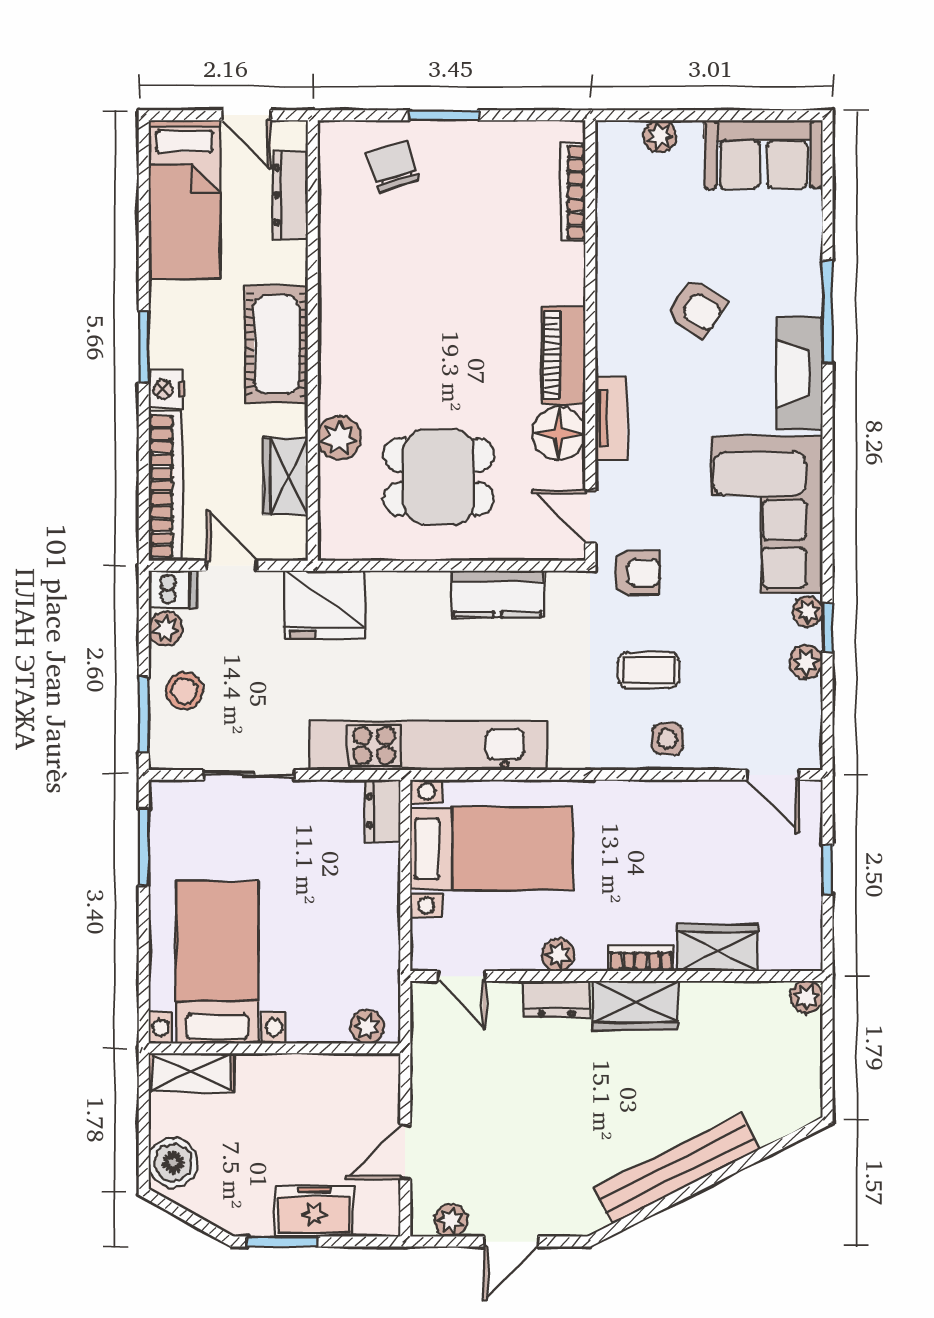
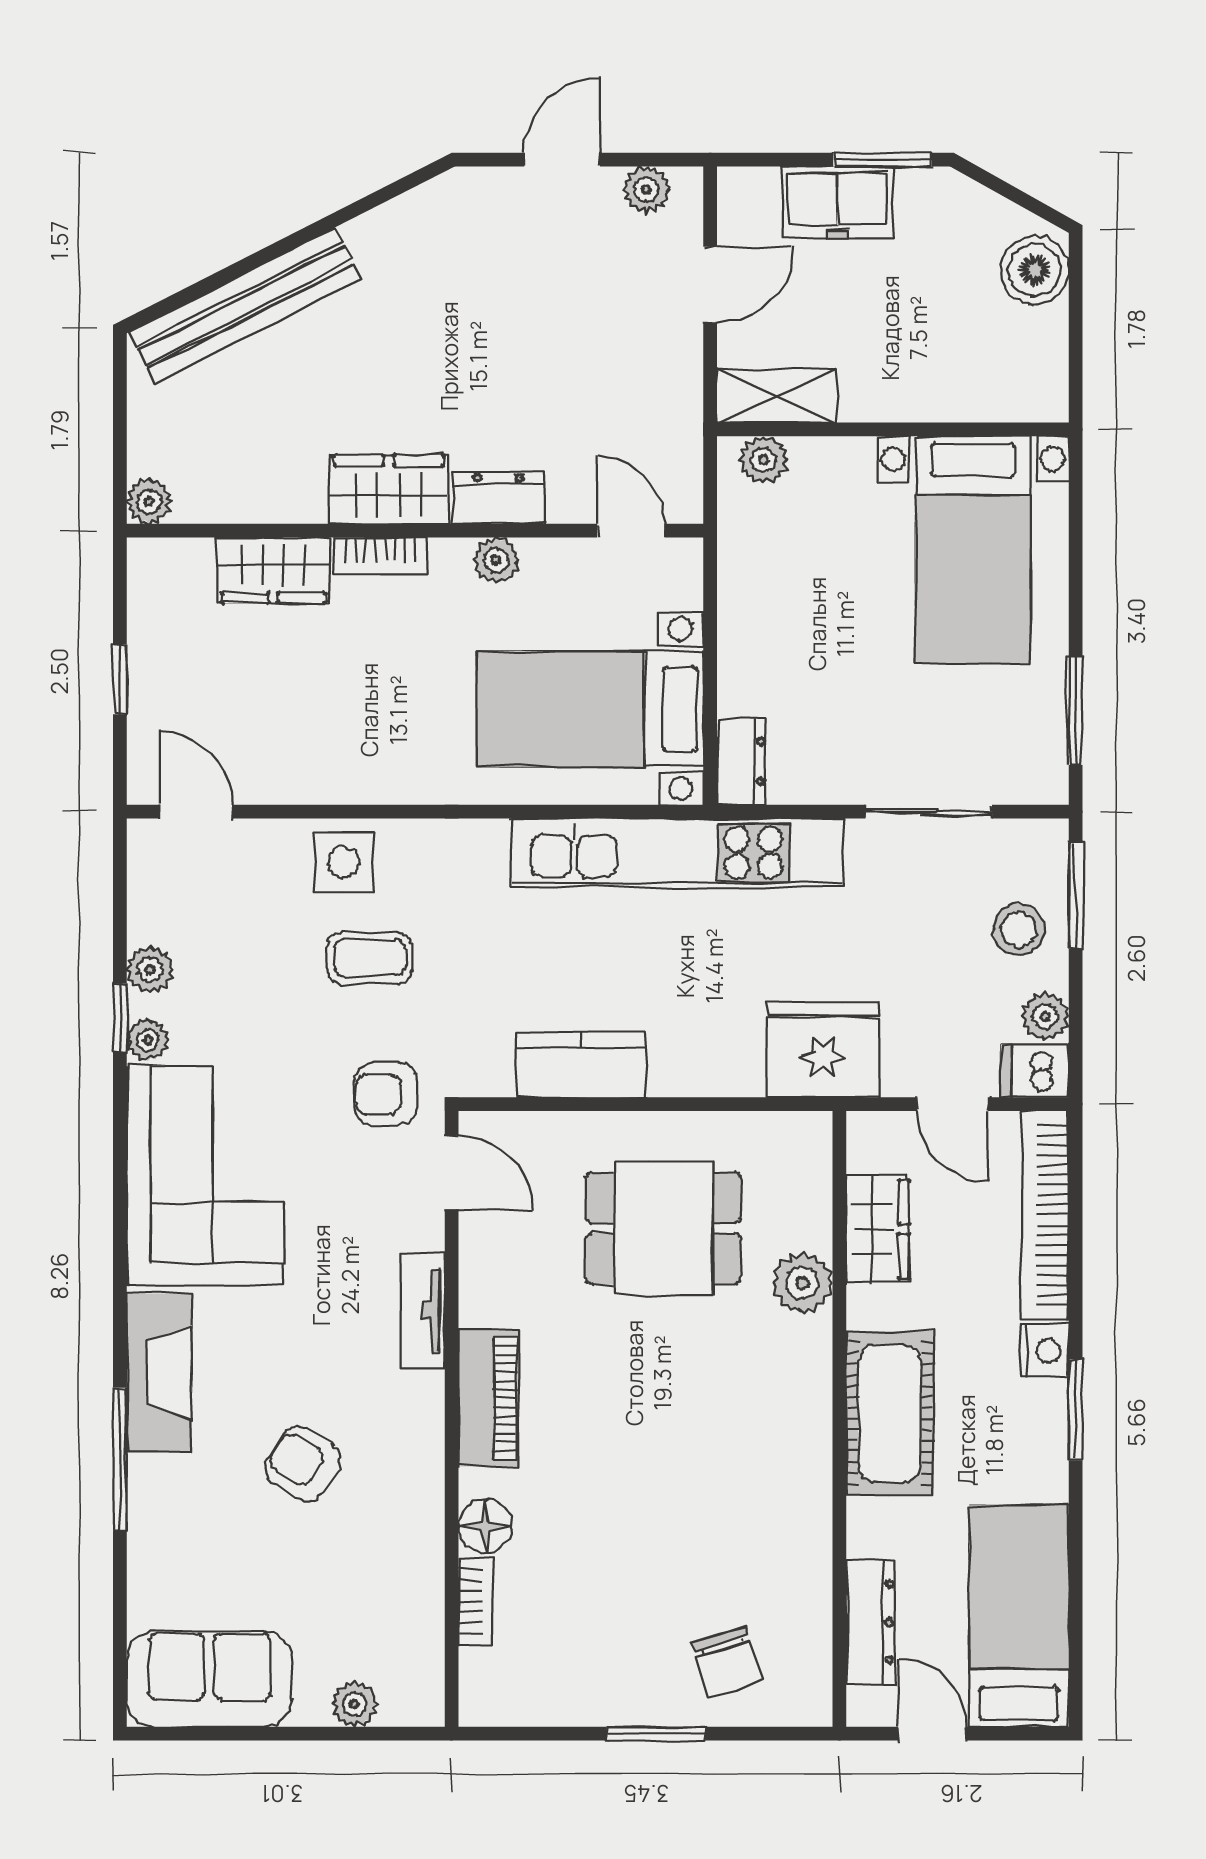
bookcase: (573, 192) -> (476, 1602), width x0.64
floor lamp: (559, 434) -> (485, 1526), moved, width x0.73, depth x0.73
side table: (668, 739) -> (344, 862), width x1.37, depth x1.37
shelving: (191, 1072) -> (776, 396), moved
bench: (676, 1169) -> (245, 305), moved

